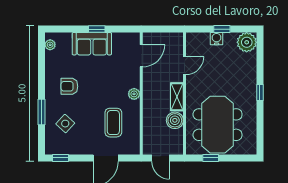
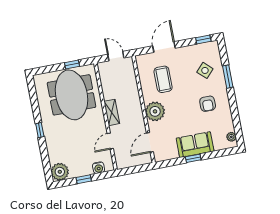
water cooler: (217, 39) -> (99, 168), moved
armchair: (69, 86) -> (208, 104), turned 90
plant: (134, 94) -> (155, 111), width x1.88, depth x1.88
boiler: (175, 120) -> (110, 92), removed

